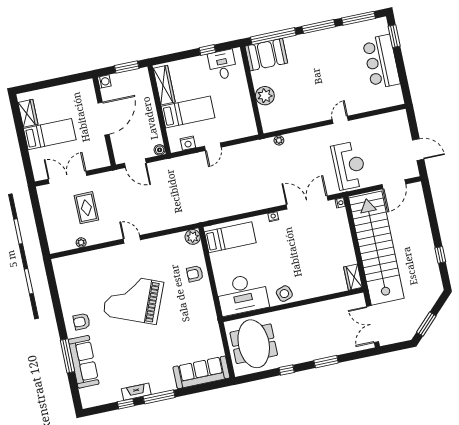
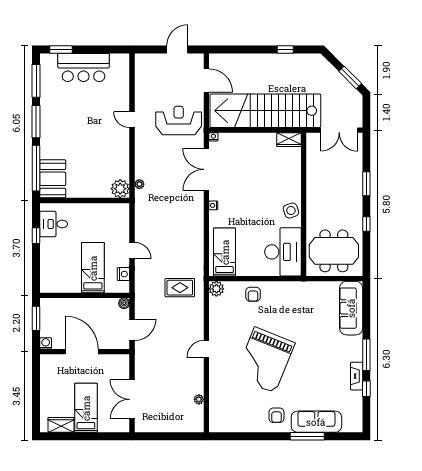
wardrobe: (164, 85) -> (62, 285), removed
plant: (265, 96) -> (120, 189), moved
rug: (86, 208) -> (180, 288), moved

